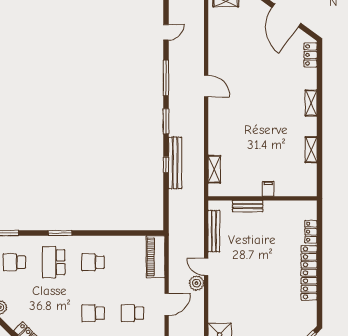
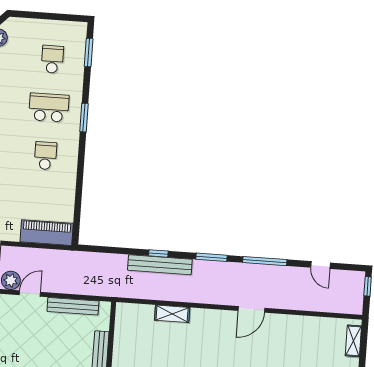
shelving: (214, 169) -> (172, 314), moved

